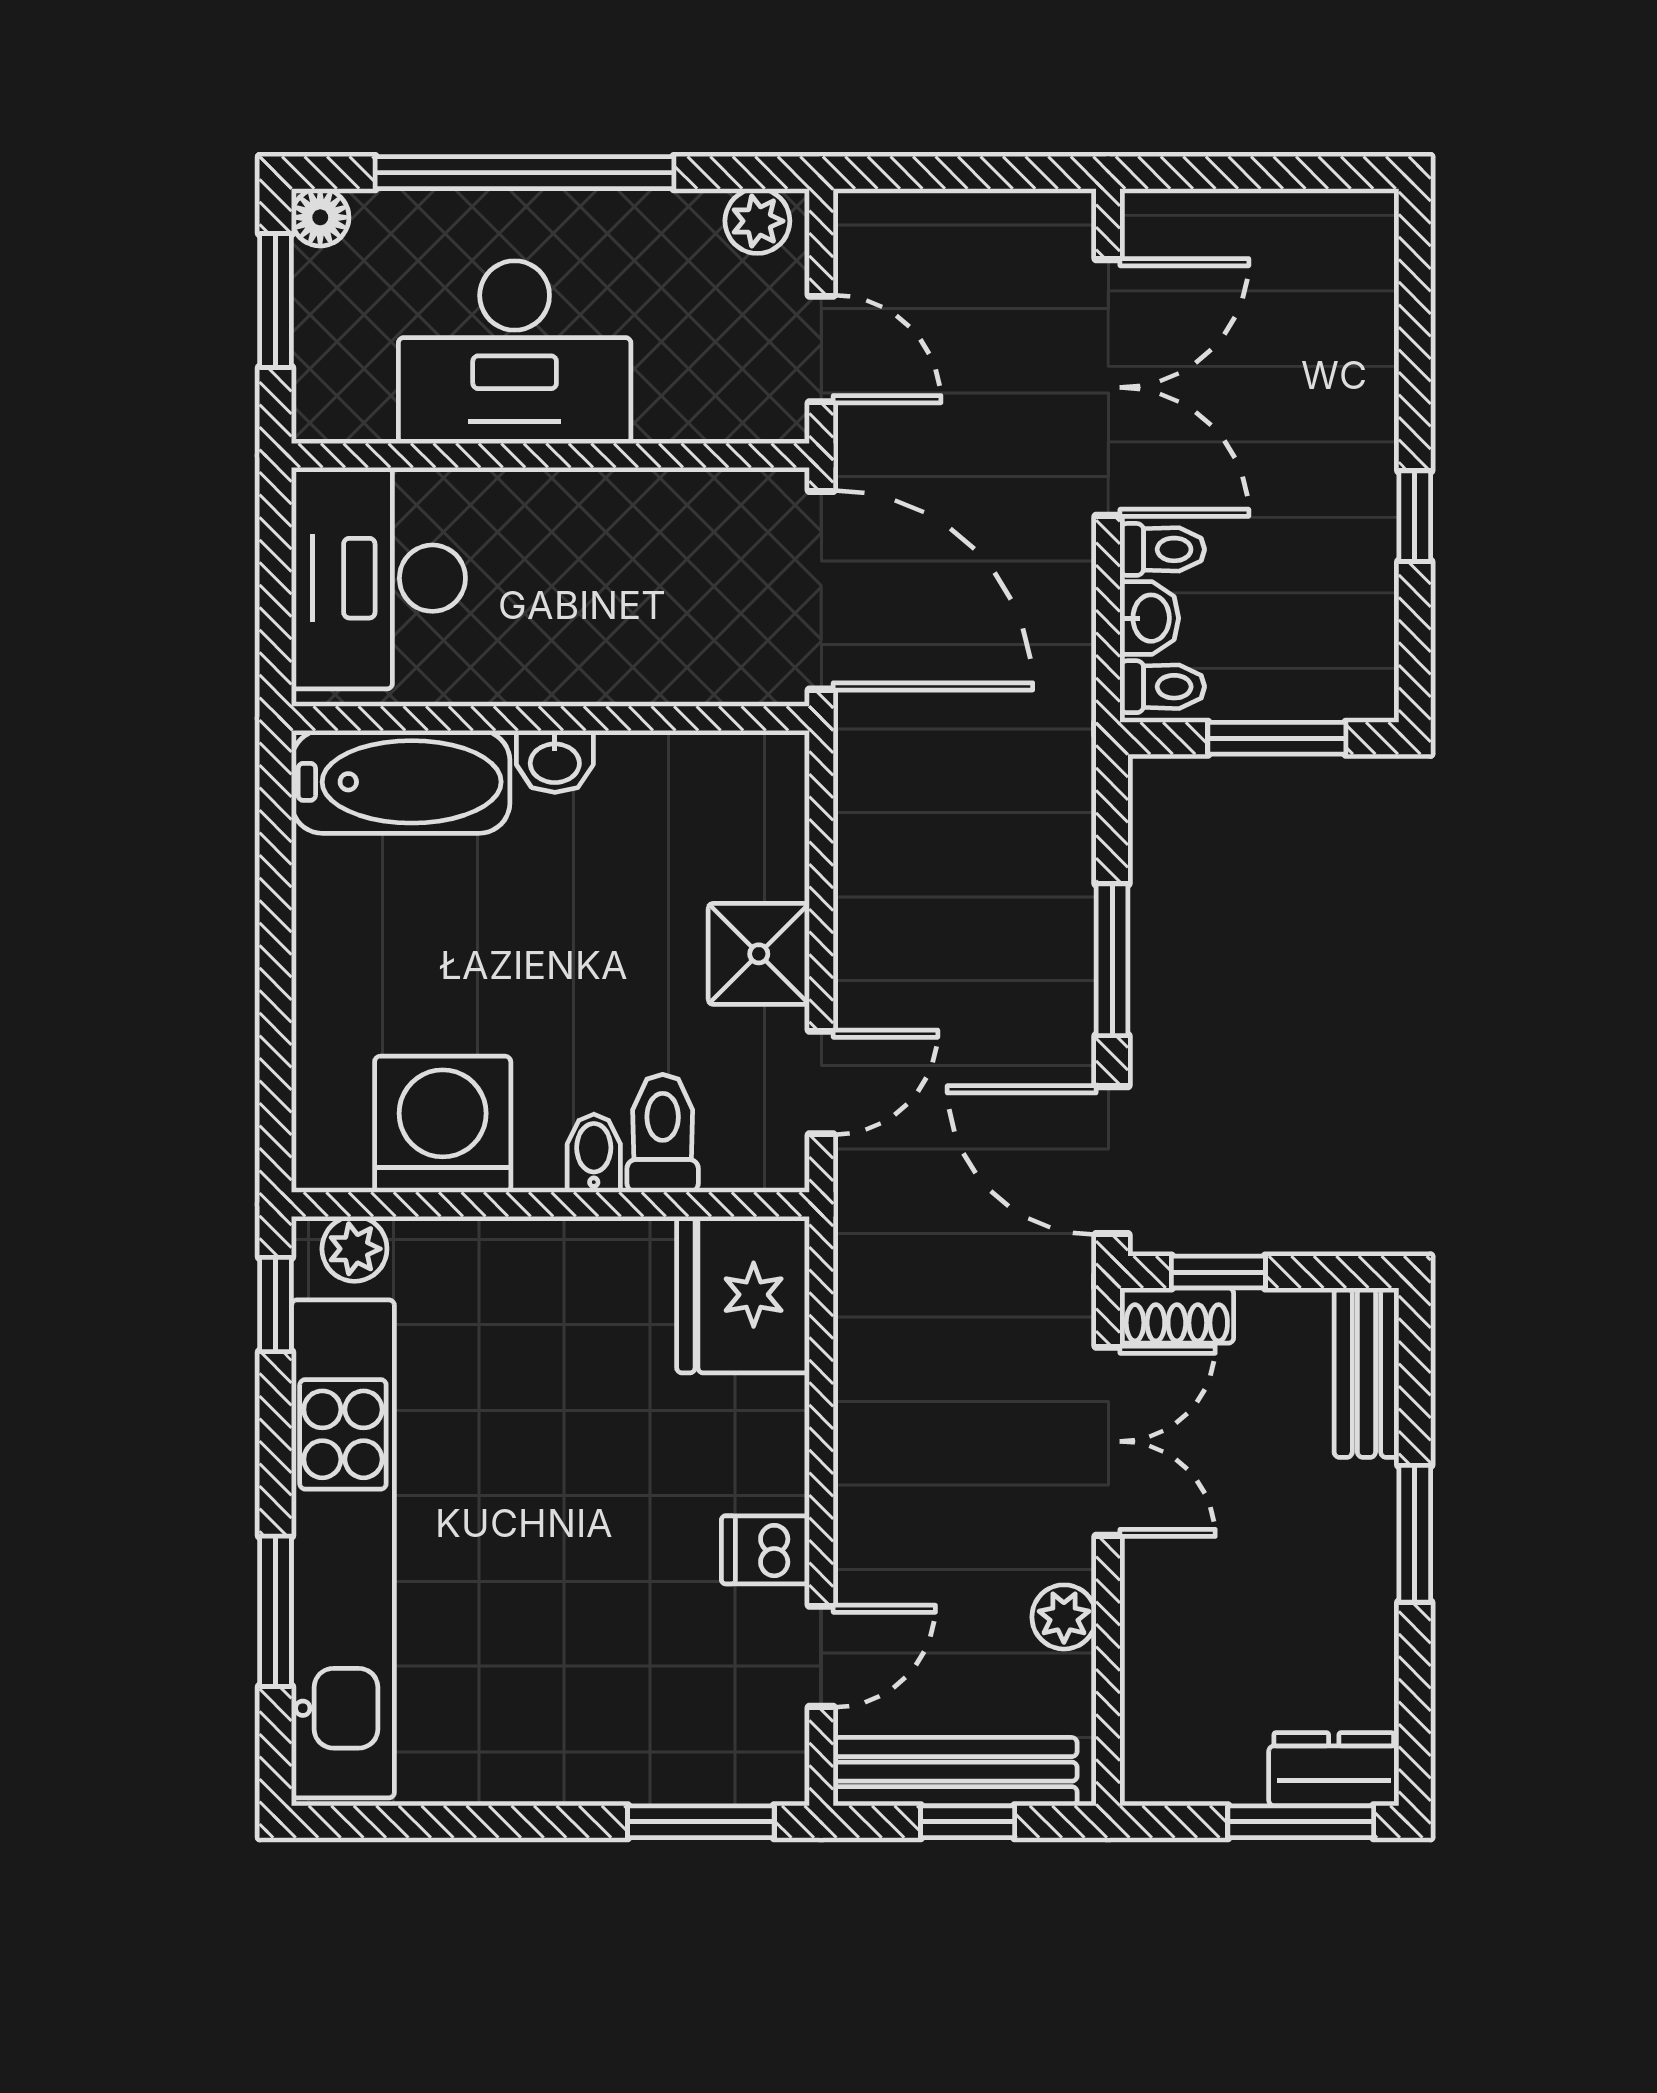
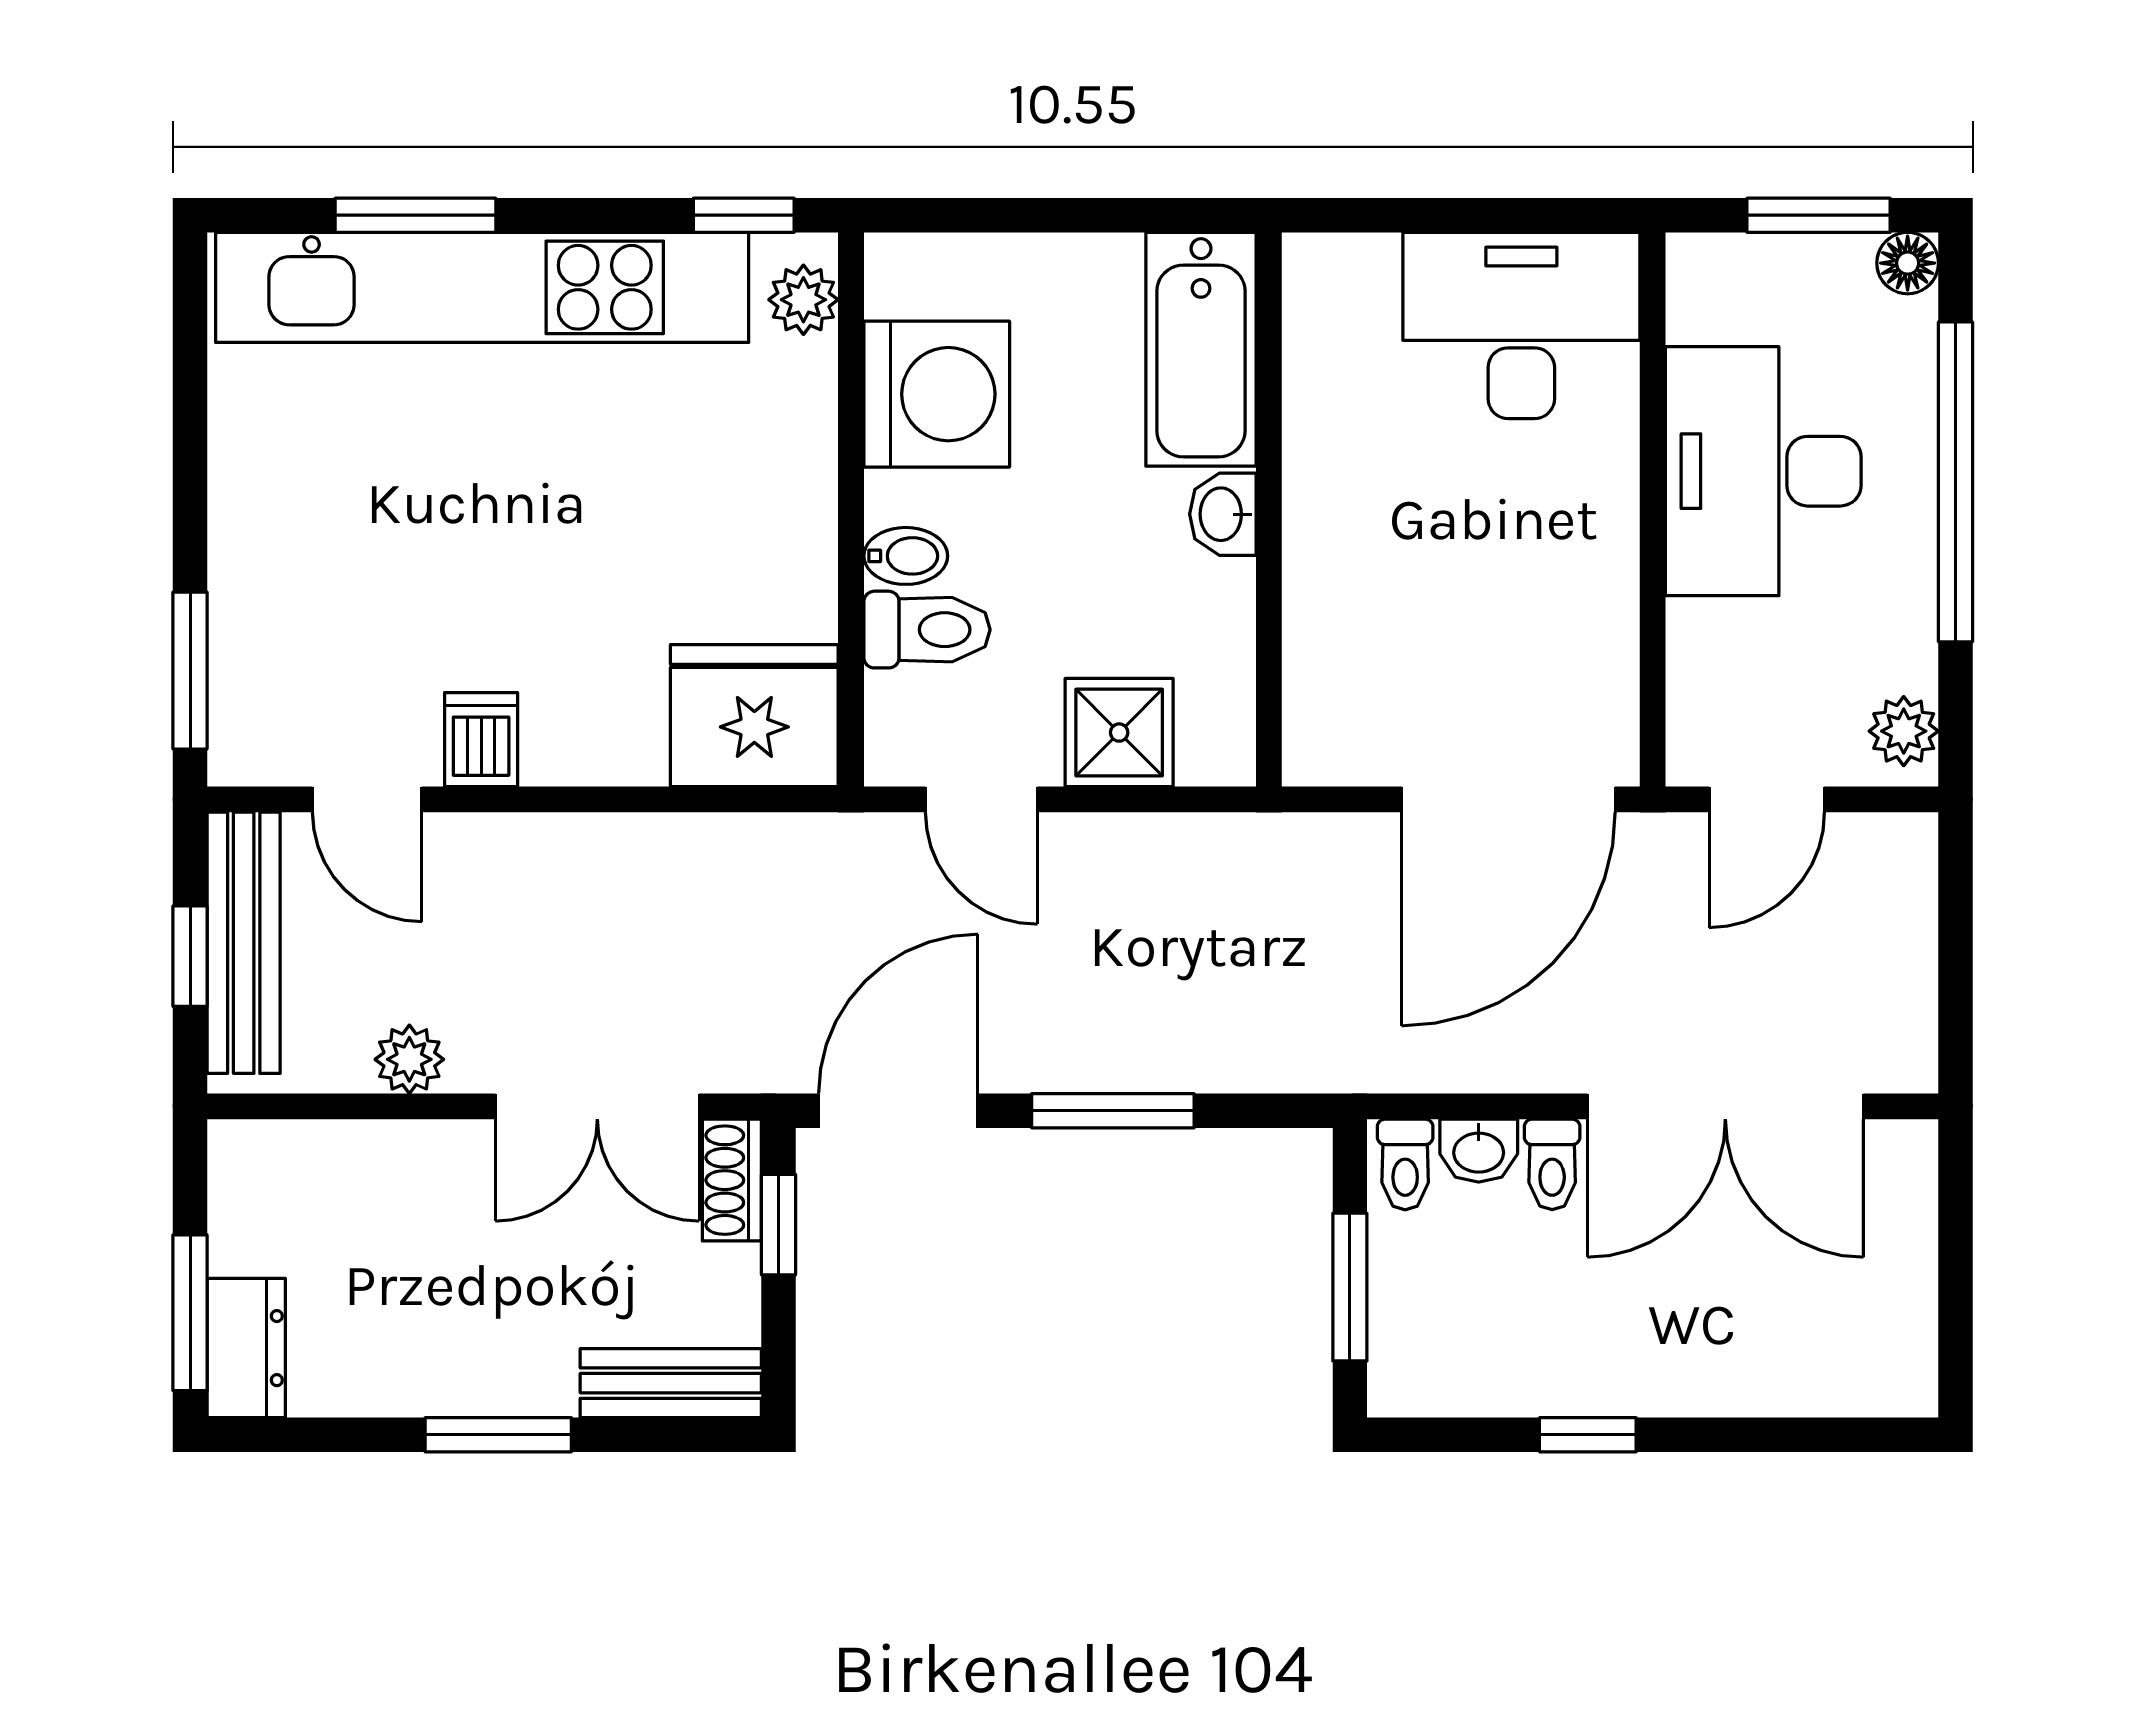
wall: (550, 718) -> (1269, 509), moved
washbasin: (555, 761) -> (1223, 514), moved
bathtub: (401, 782) -> (1201, 349), moved

